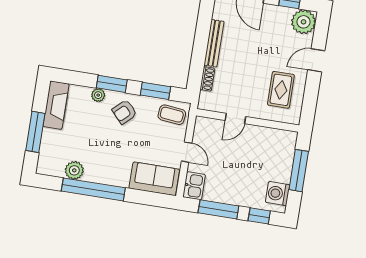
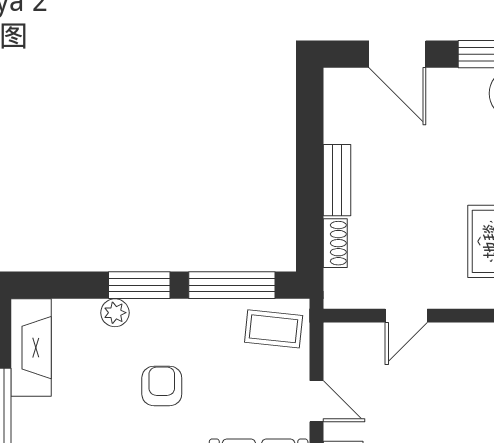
bench: (214, 43) -> (337, 180), width x0.73
window: (155, 91) -> (232, 285), width x1.44
armchair: (124, 112) -> (162, 386), moved, turned 133

